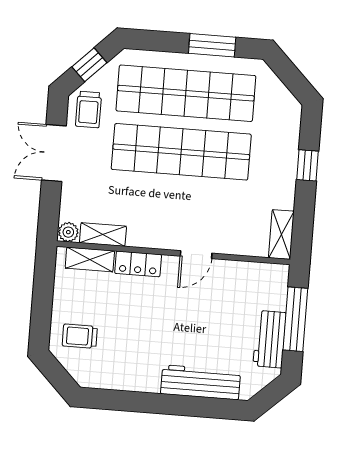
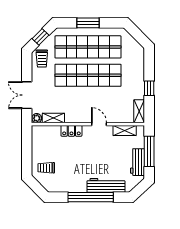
window: (212, 45) -> (88, 23), moved
double door: (54, 153) -> (27, 95), moved
window: (308, 165) -> (149, 88), moved
door: (196, 255) -> (99, 124), swing flipped
shelving: (90, 259) -> (125, 131), moved
window: (167, 404) -> (91, 197), added

